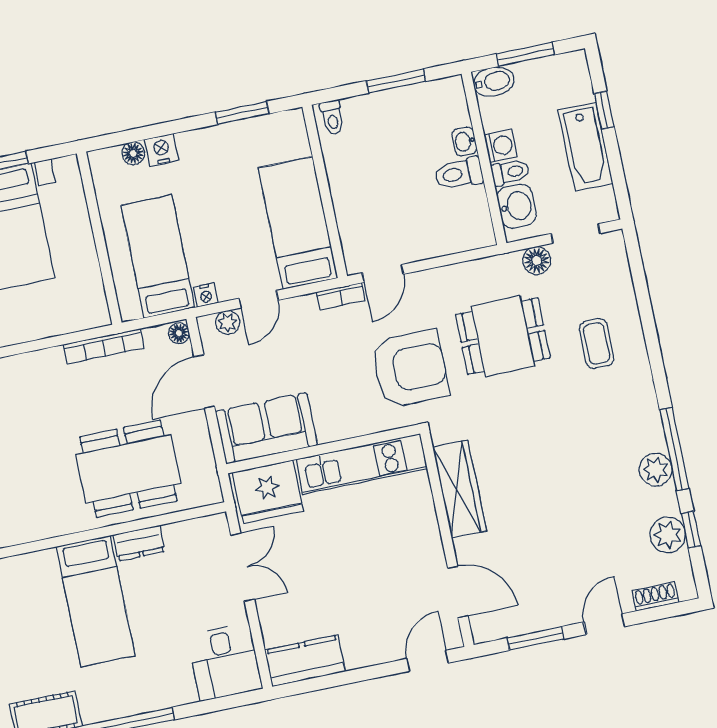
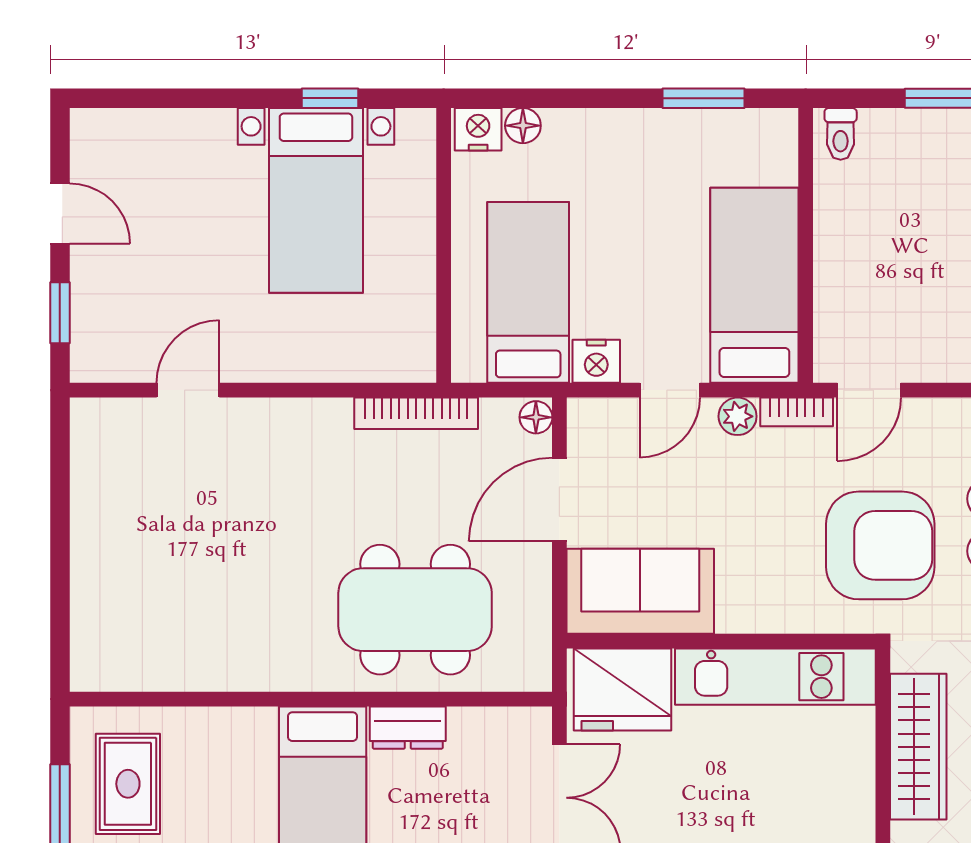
nightstand: (162, 150) -> (478, 129), moved
nightstand: (206, 295) -> (596, 361), width x1.39, depth x1.35
plant: (228, 323) -> (738, 416), moved

